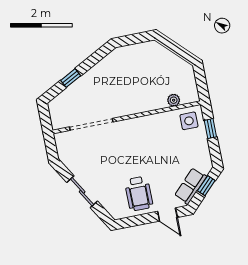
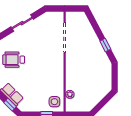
window: (71, 78) -> (105, 45), moved

